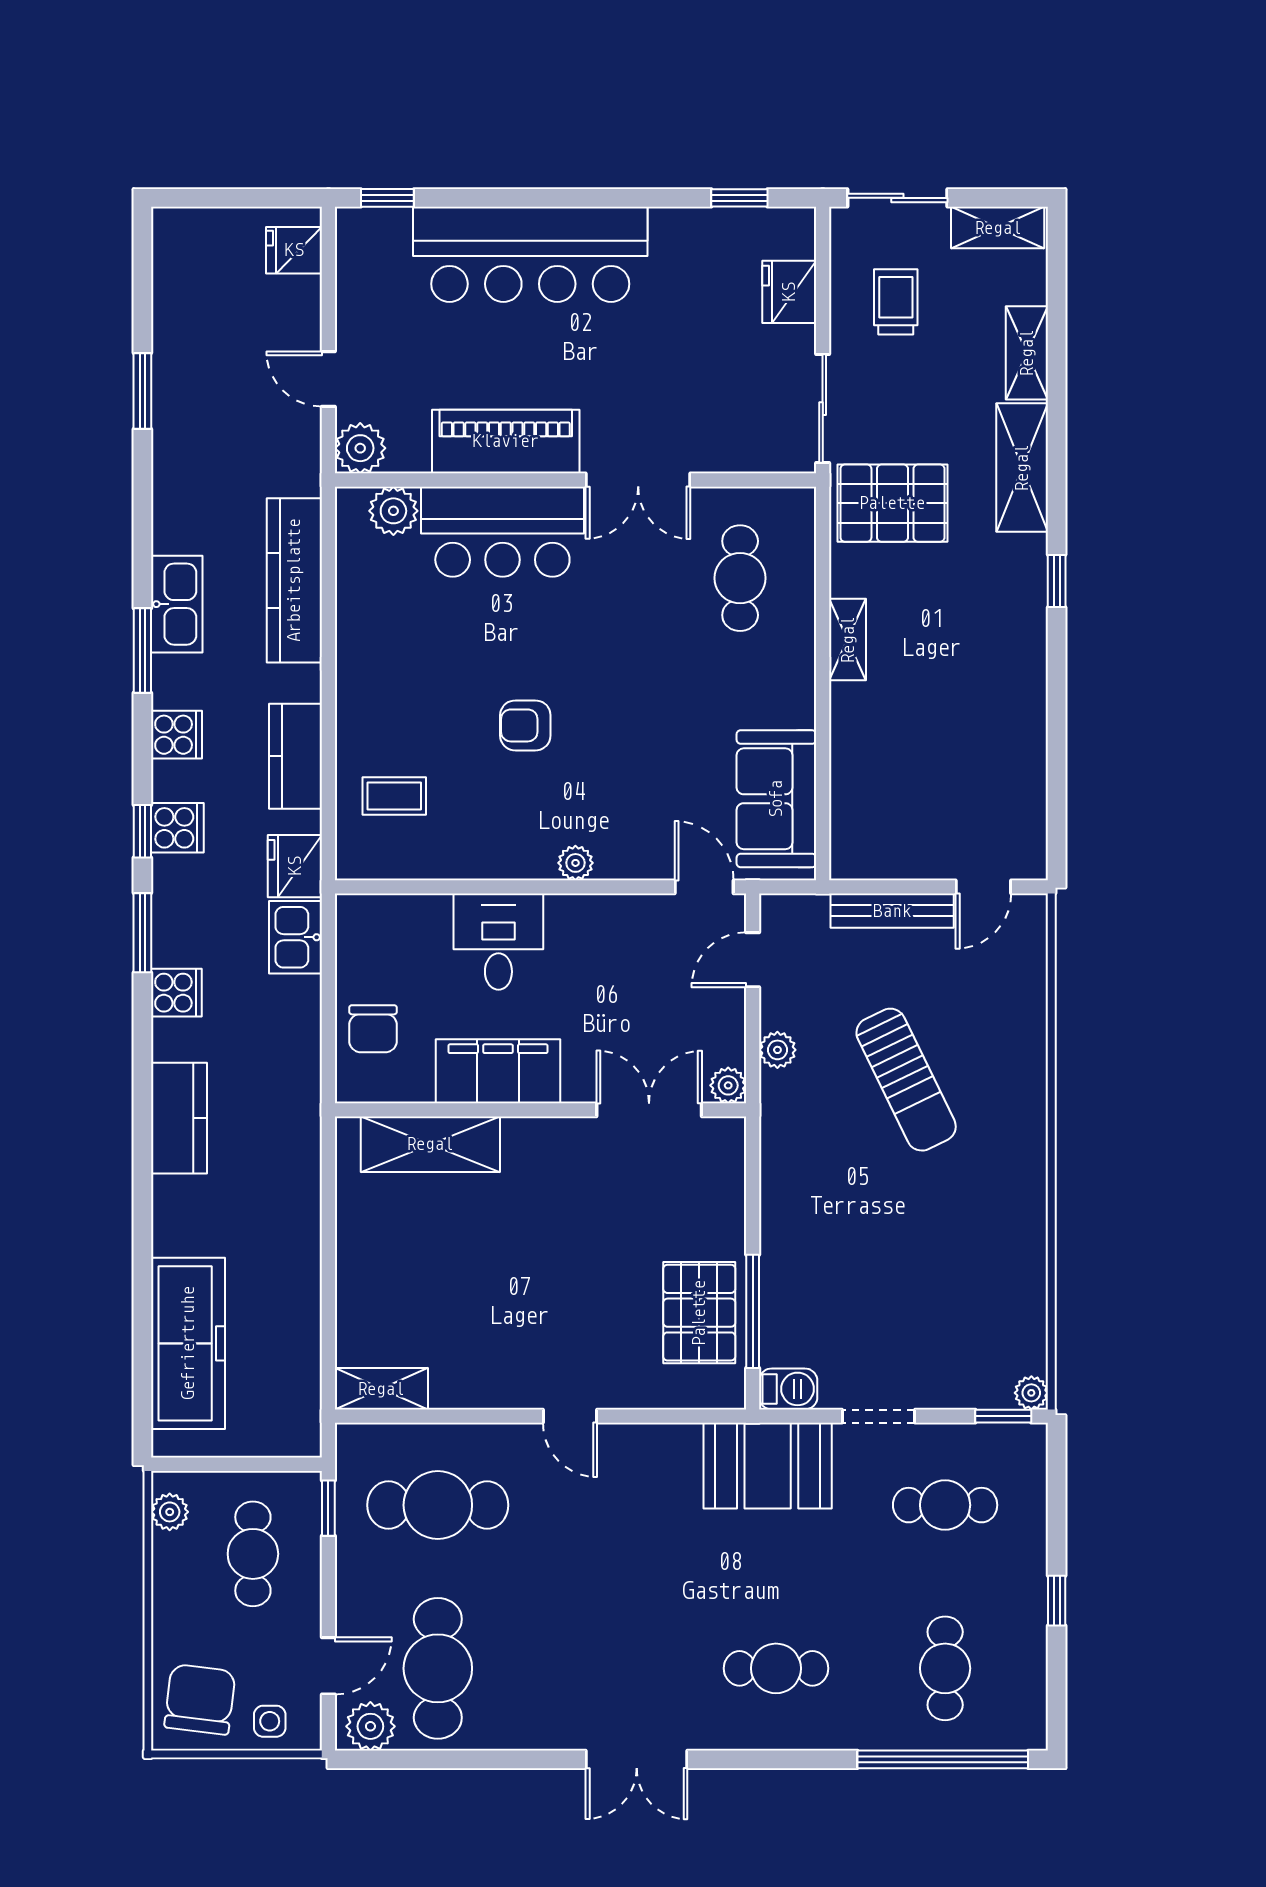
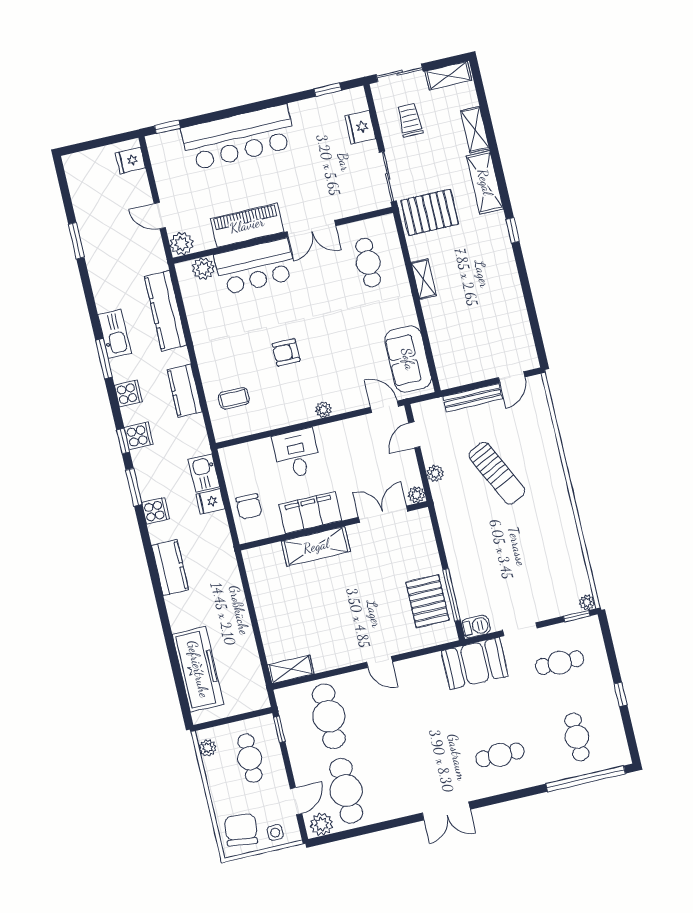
fridge: (295, 866) -> (210, 502), moved, width x0.72
shelving: (430, 1144) -> (316, 546), moved
cafe table: (438, 1505) -> (329, 716), turned 90

